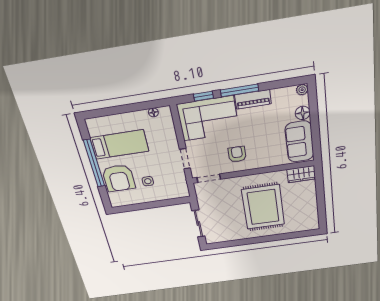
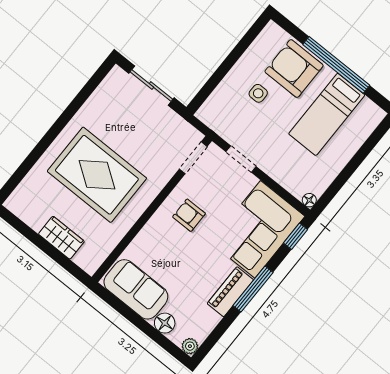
window: (203, 96) -> (296, 236), moved
floor lamp: (153, 112) -> (309, 200), moved
armchair: (237, 154) -> (189, 215), turned 180
wardrobe: (301, 174) -> (61, 238), moved, turned 90

